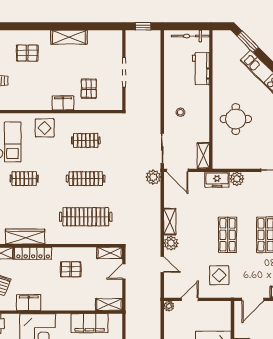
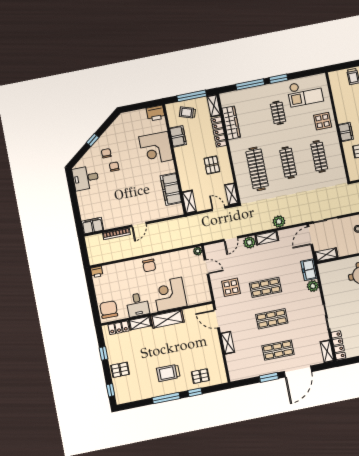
clothes rail: (86, 140) -> (319, 156), width x1.36
plant: (153, 177) -> (279, 222), moved

